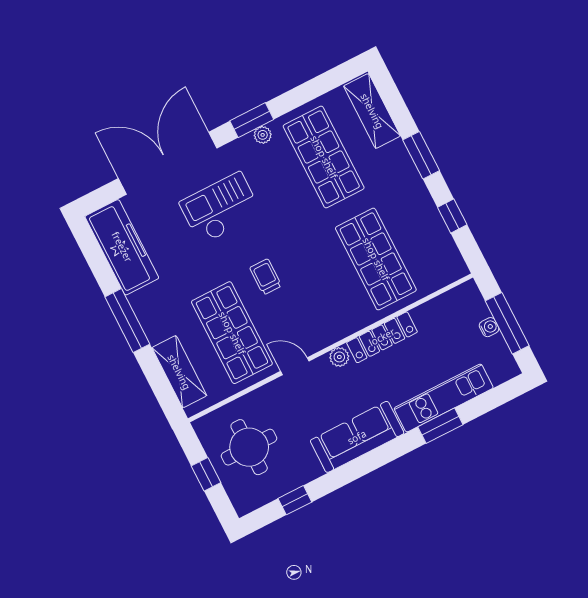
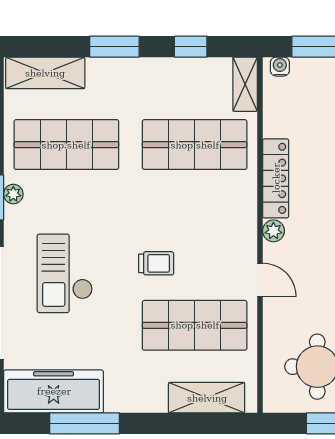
shelving: (444, 275) -> (245, 84), added
trolley: (266, 277) -> (156, 263), turned 180
window: (127, 320) -> (84, 423), moved
water cooler: (489, 327) -> (280, 67), moved
door: (295, 366) -> (260, 280), swing flipped

